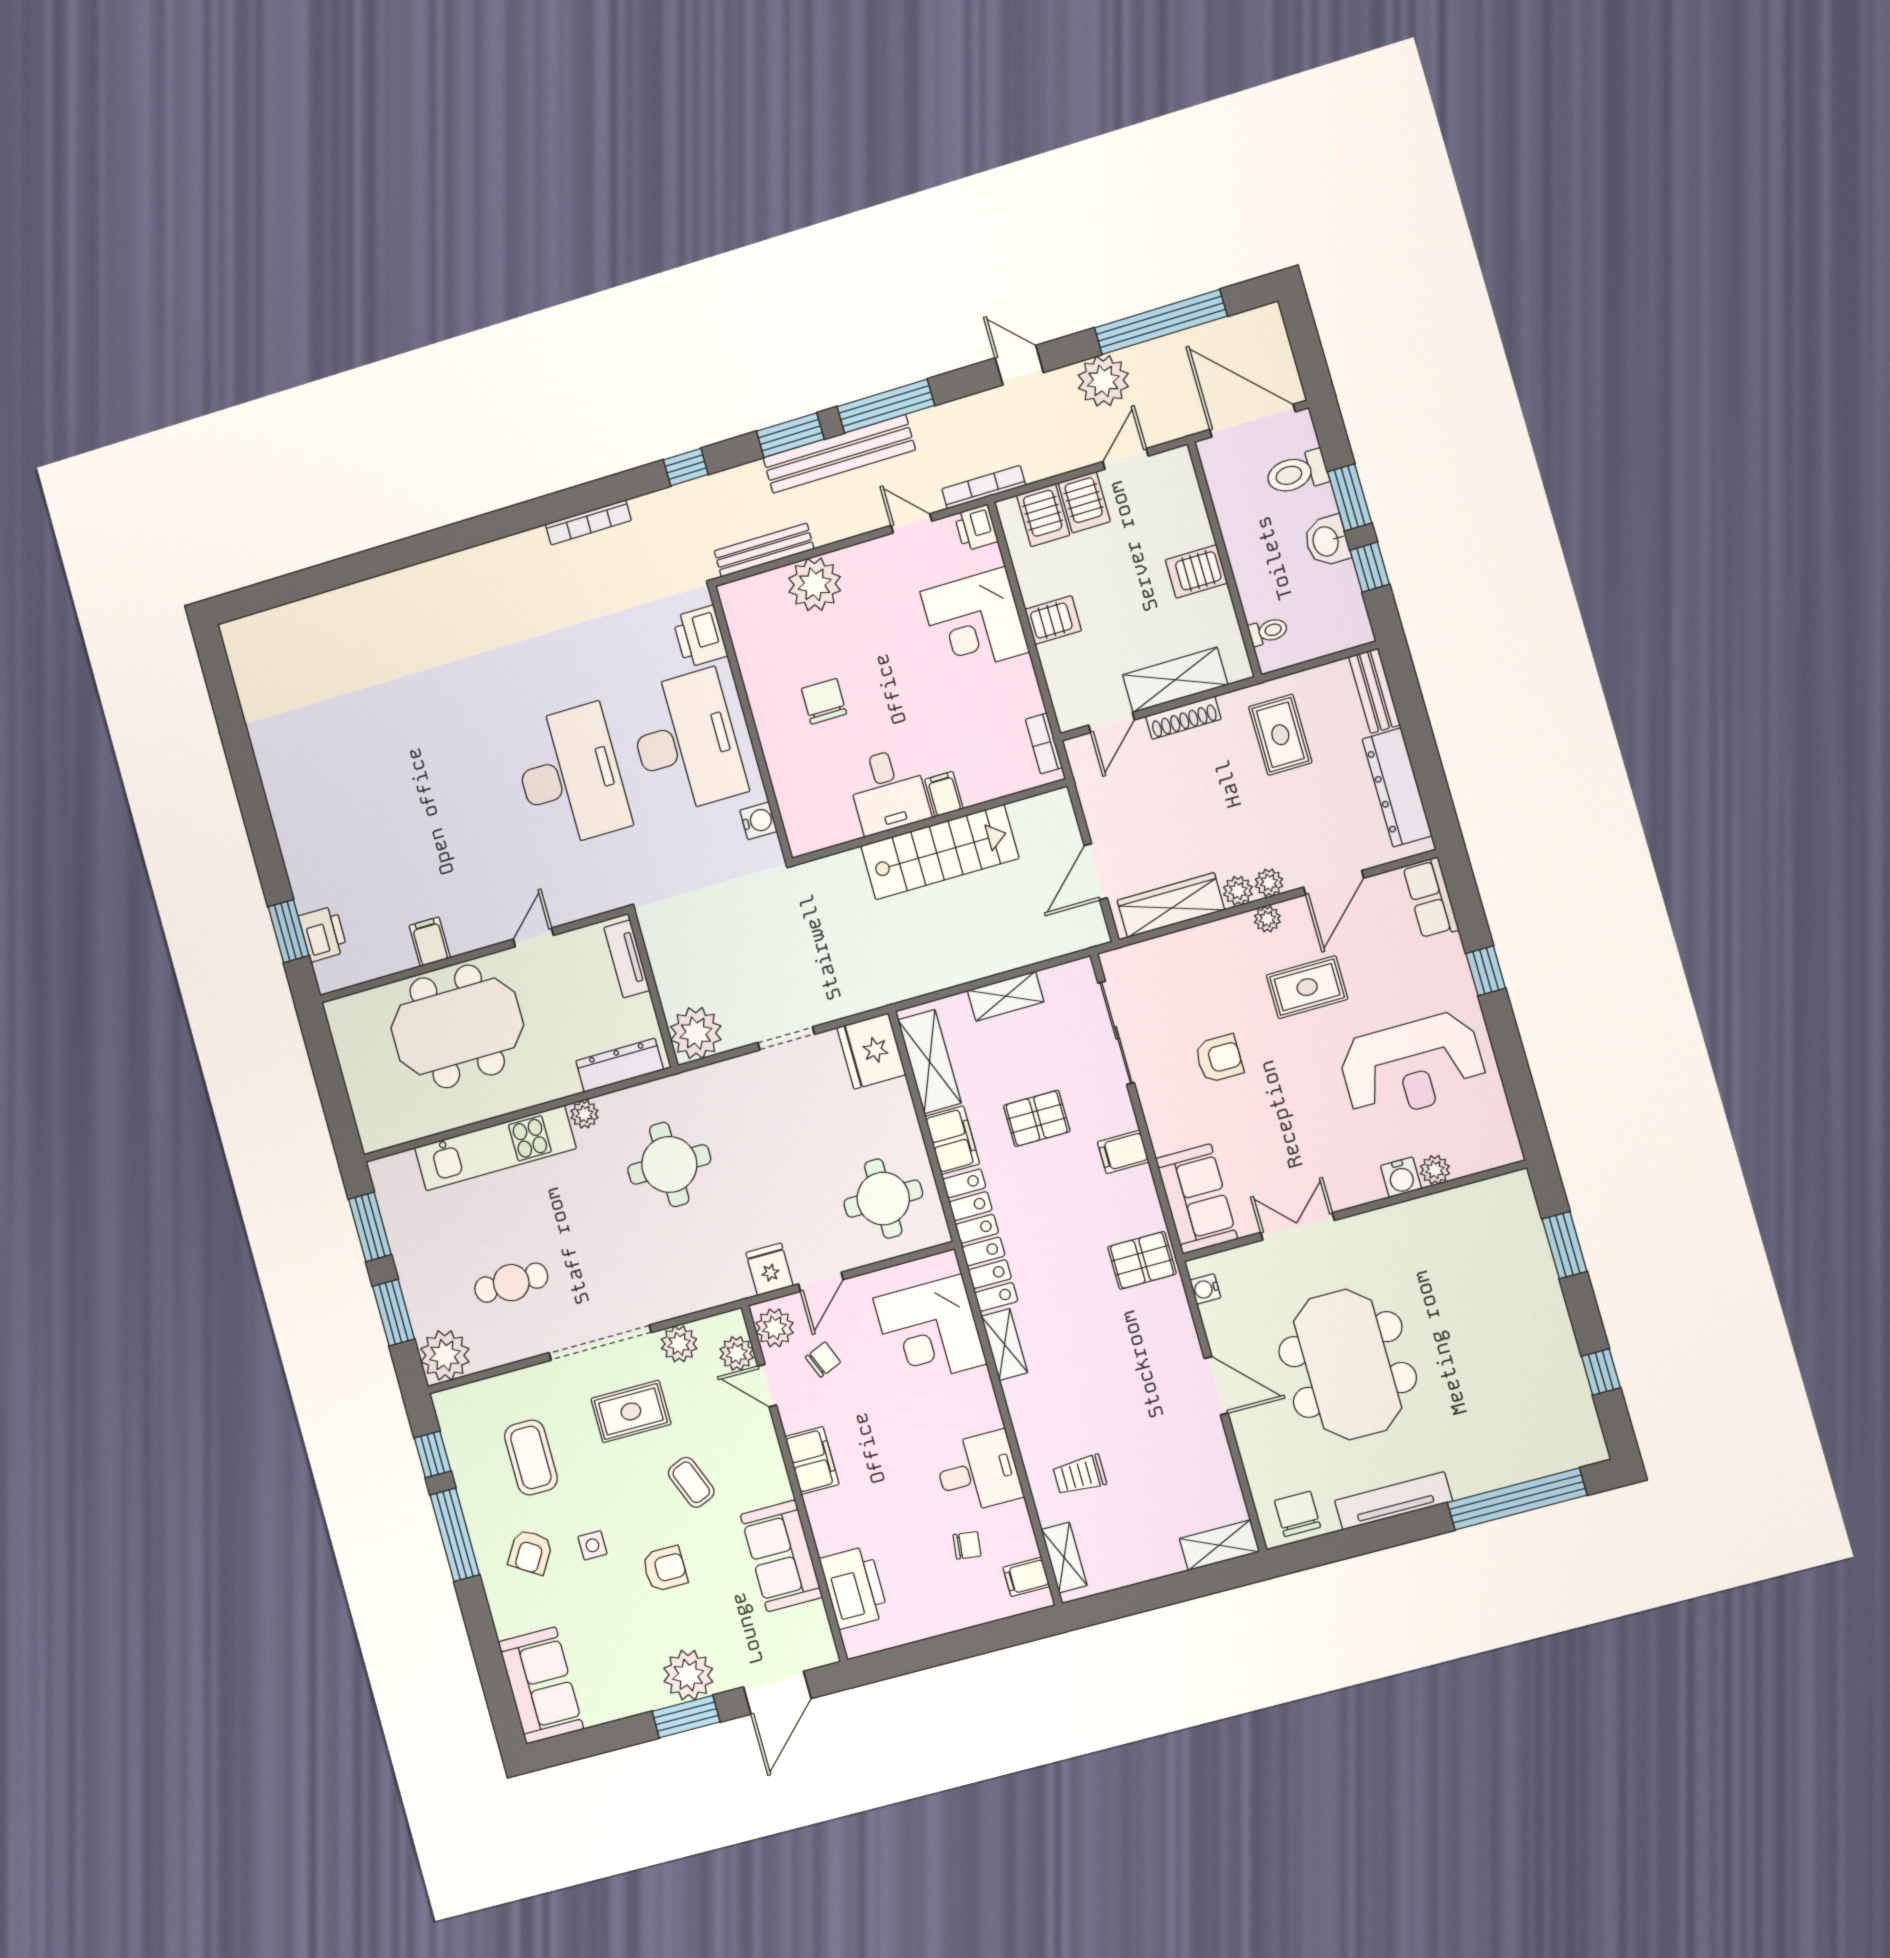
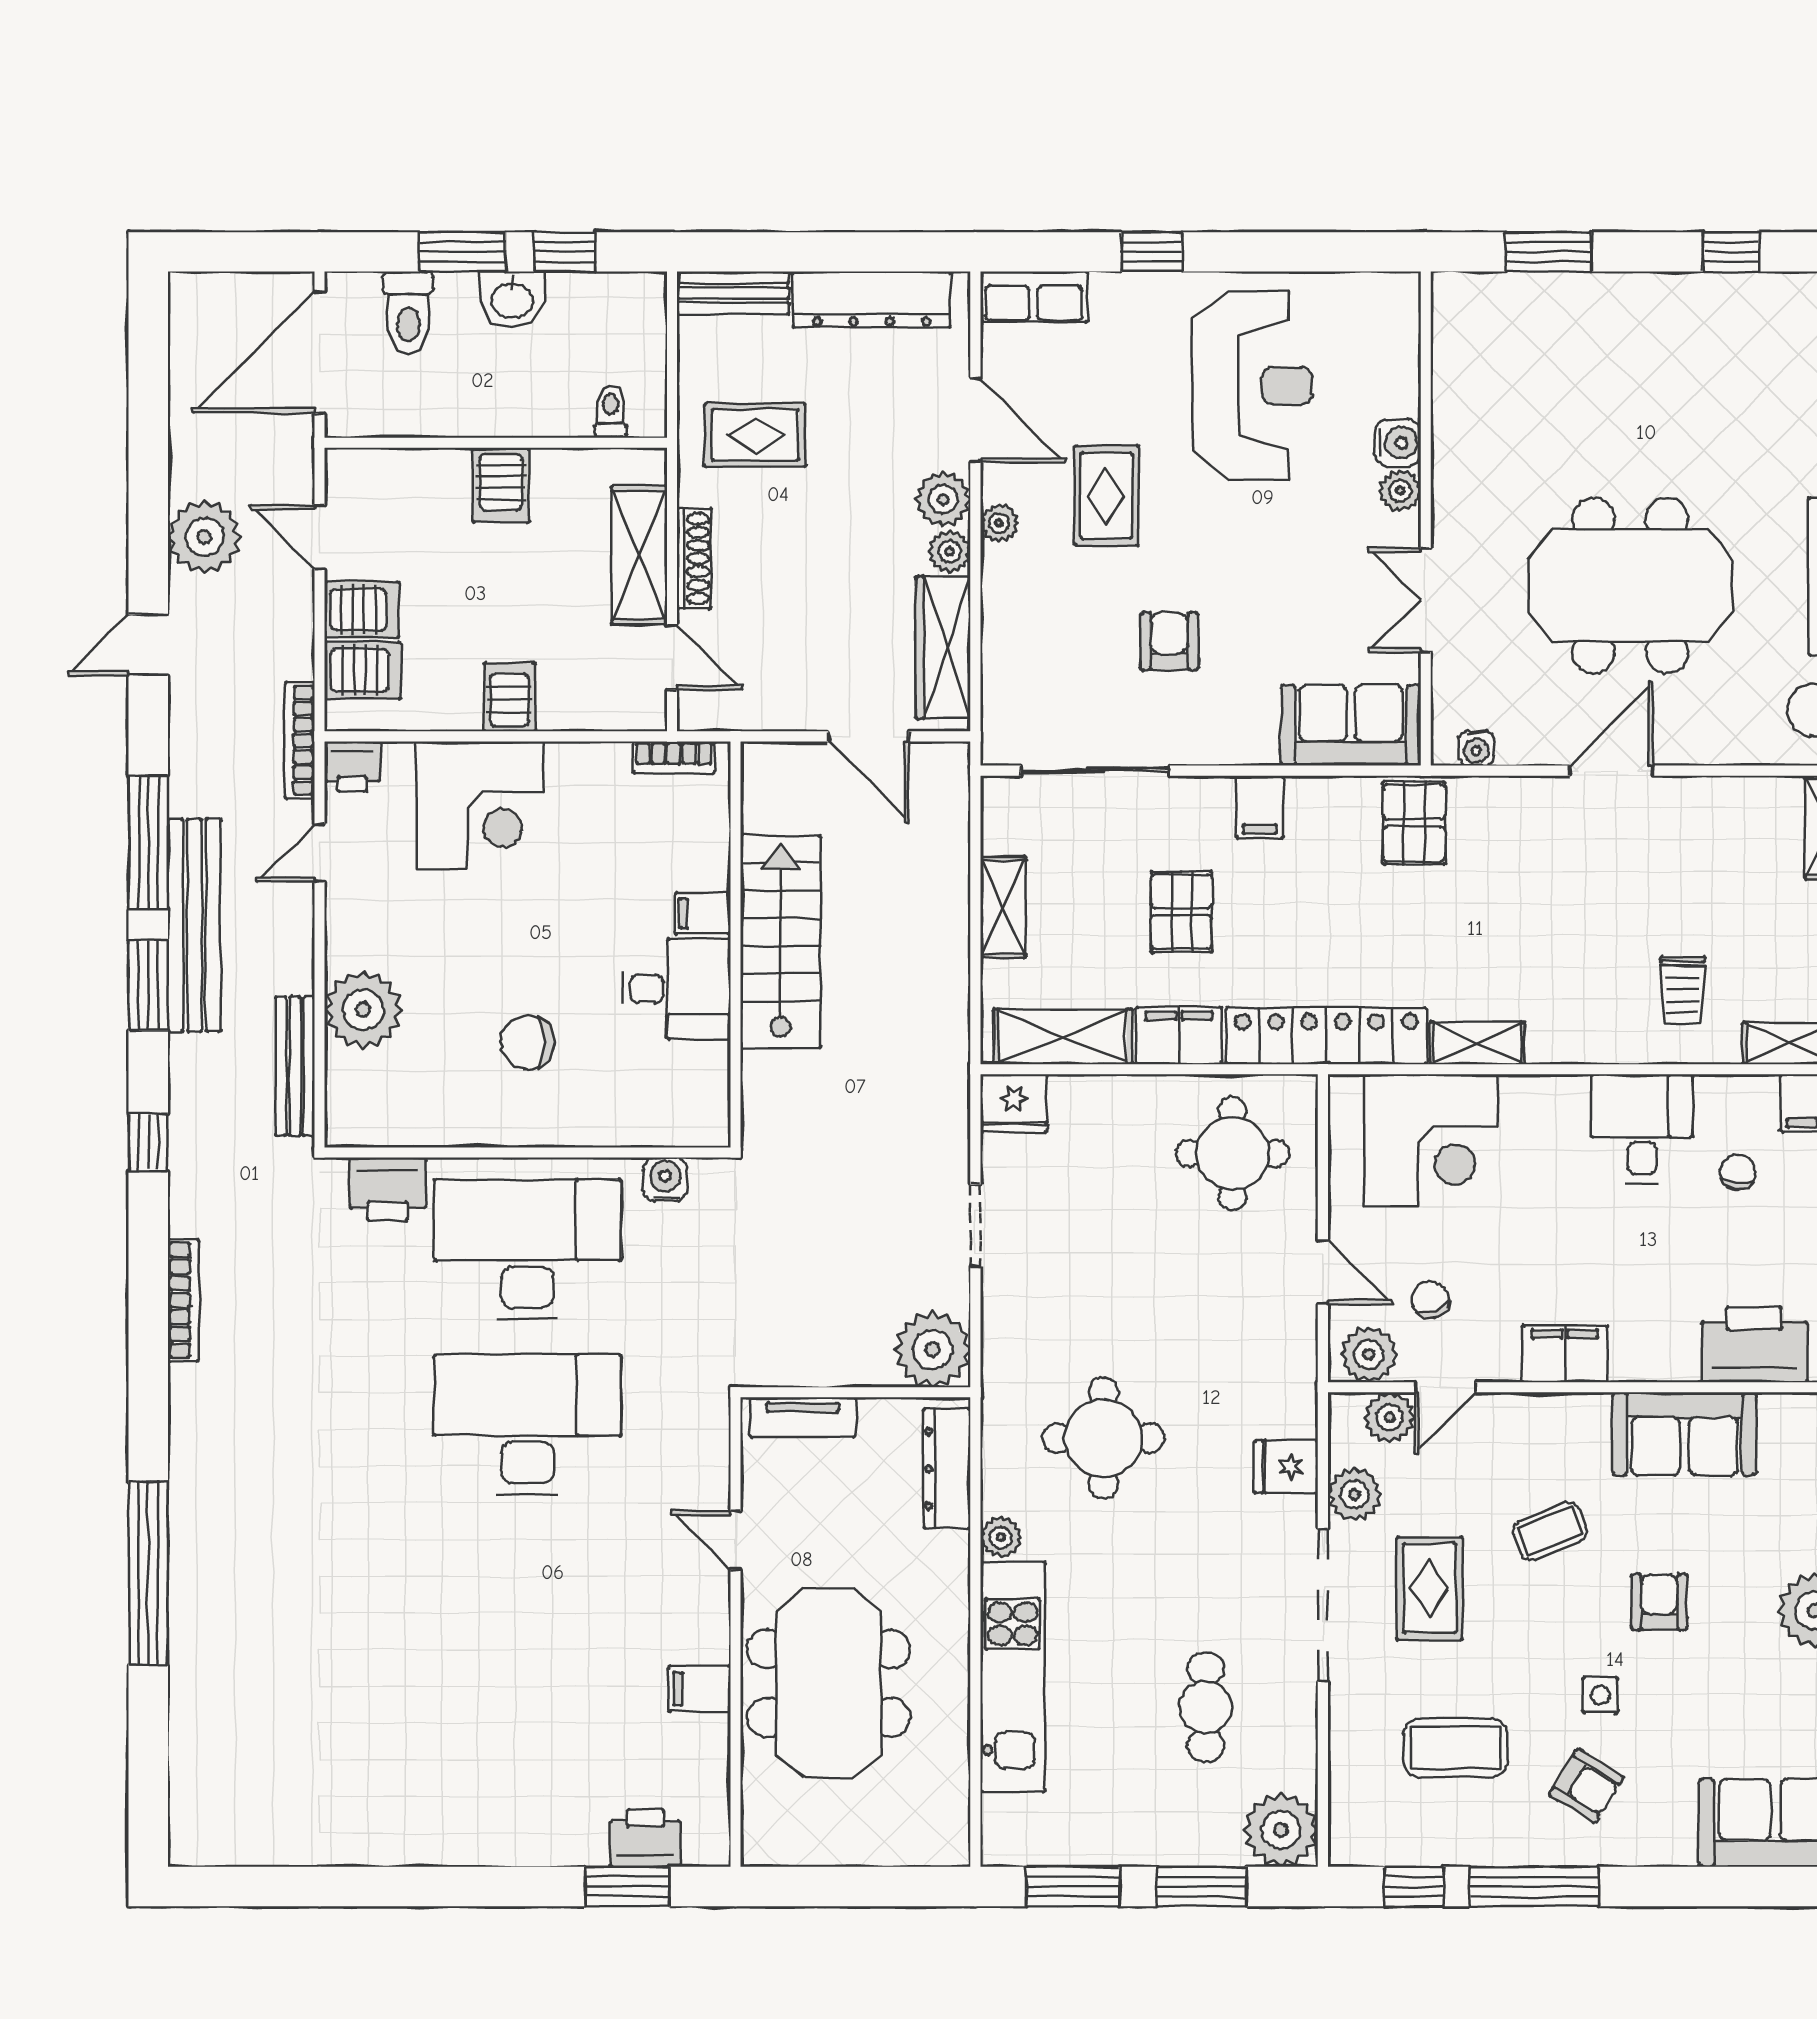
window: (1161, 322) -> (148, 1573), moved
plant: (1269, 883) -> (943, 499), width x1.38, depth x1.38
fridge: (871, 1051) -> (1014, 1103), width x0.73, depth x0.75
plant: (1435, 1170) -> (1400, 491), moved
fridge: (769, 1269) -> (1286, 1467), moved

